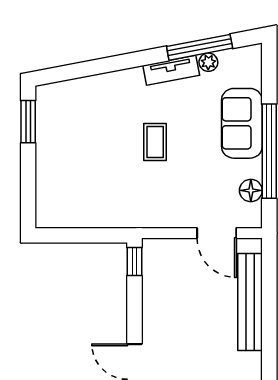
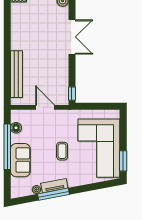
window: (200, 47) -> (54, 194), moved
corner sofa: (79, 148) -> (99, 148), added
door: (217, 233) -> (45, 107), moved

